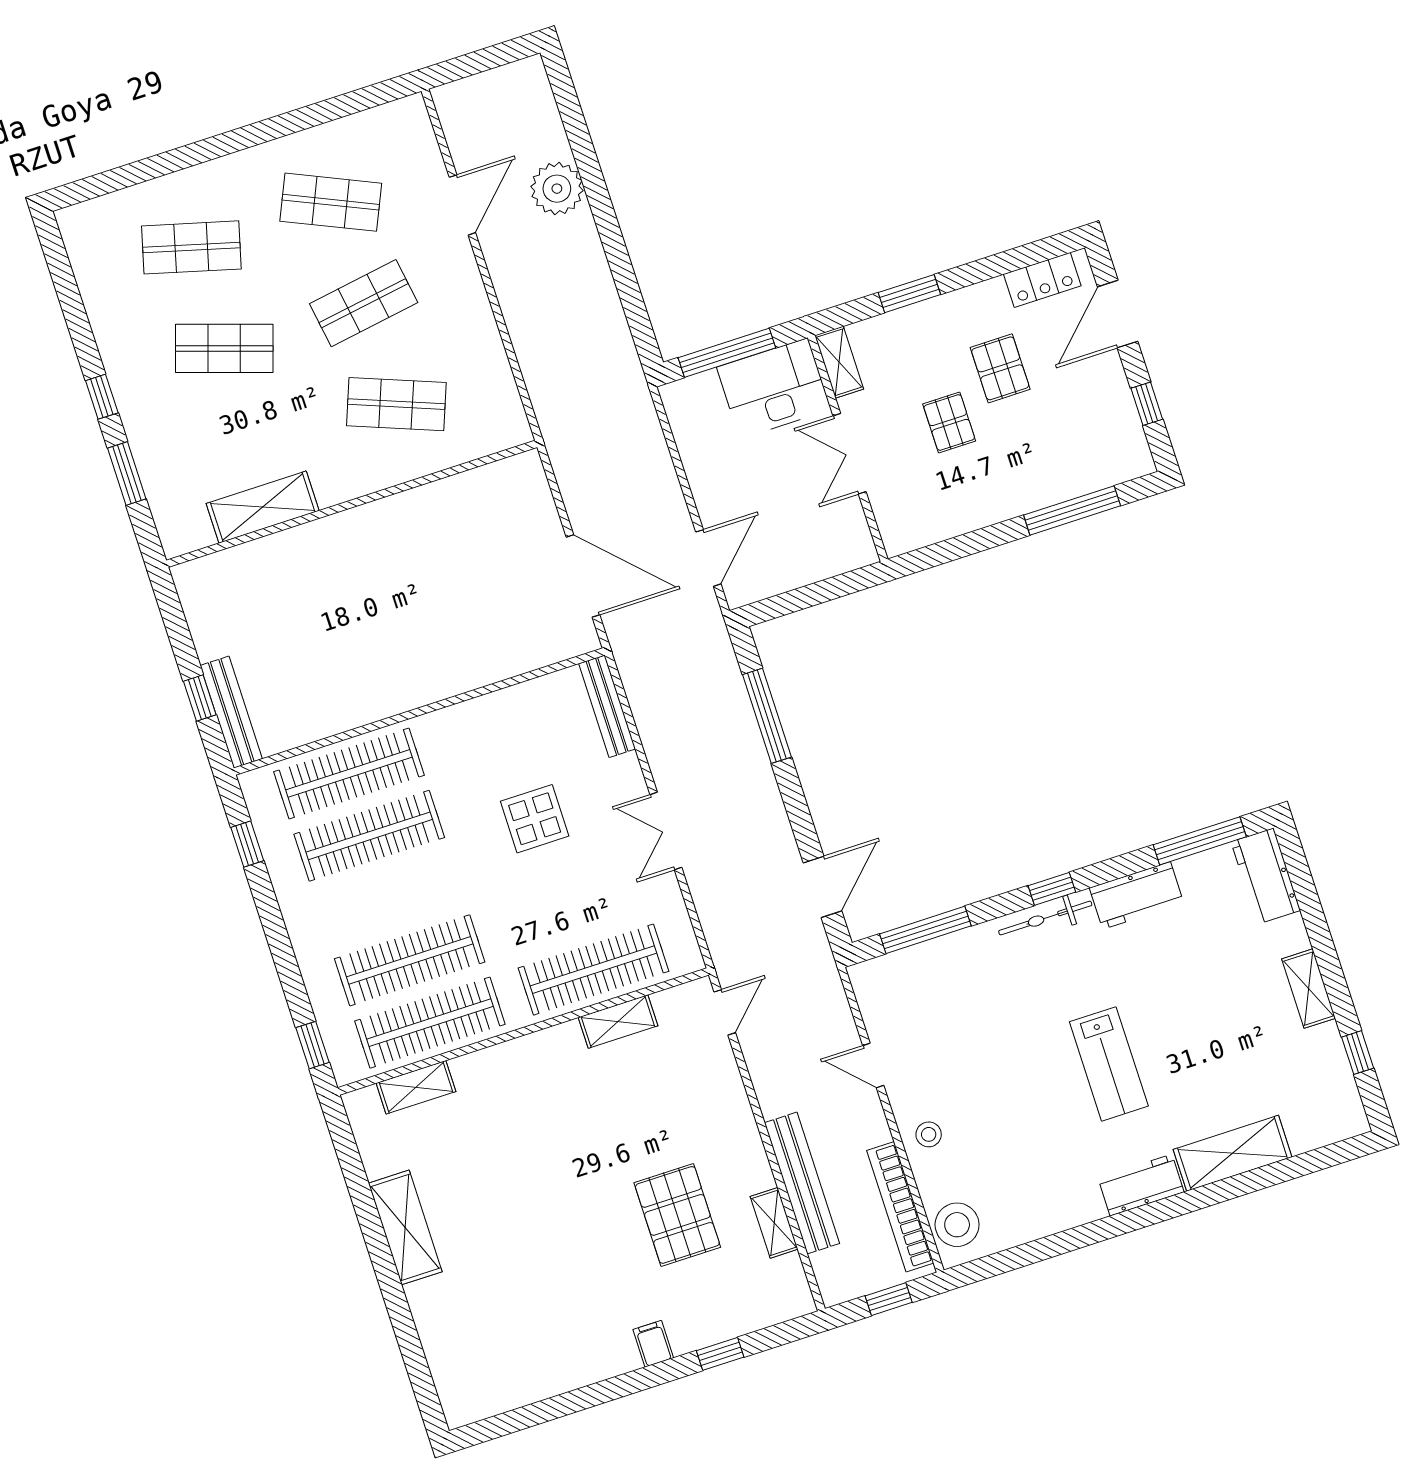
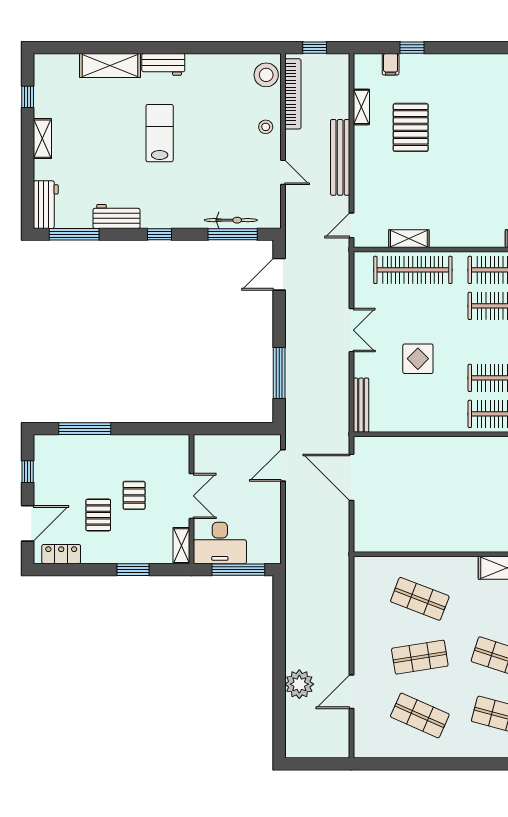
bicycle: (1045, 918) -> (231, 220), moved
bench: (802, 1183) -> (340, 157), moved
filing cabinet: (653, 1344) -> (391, 64), moved

